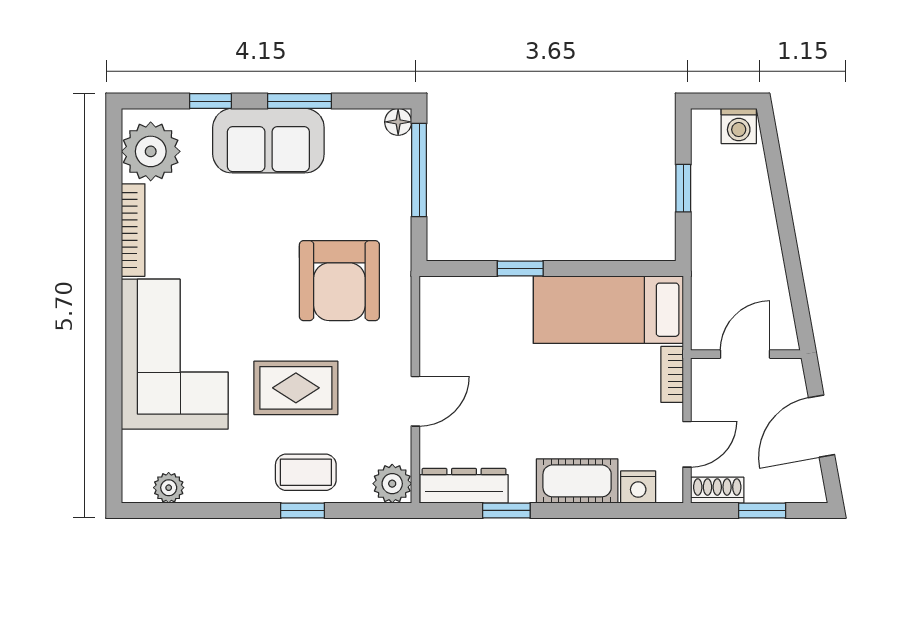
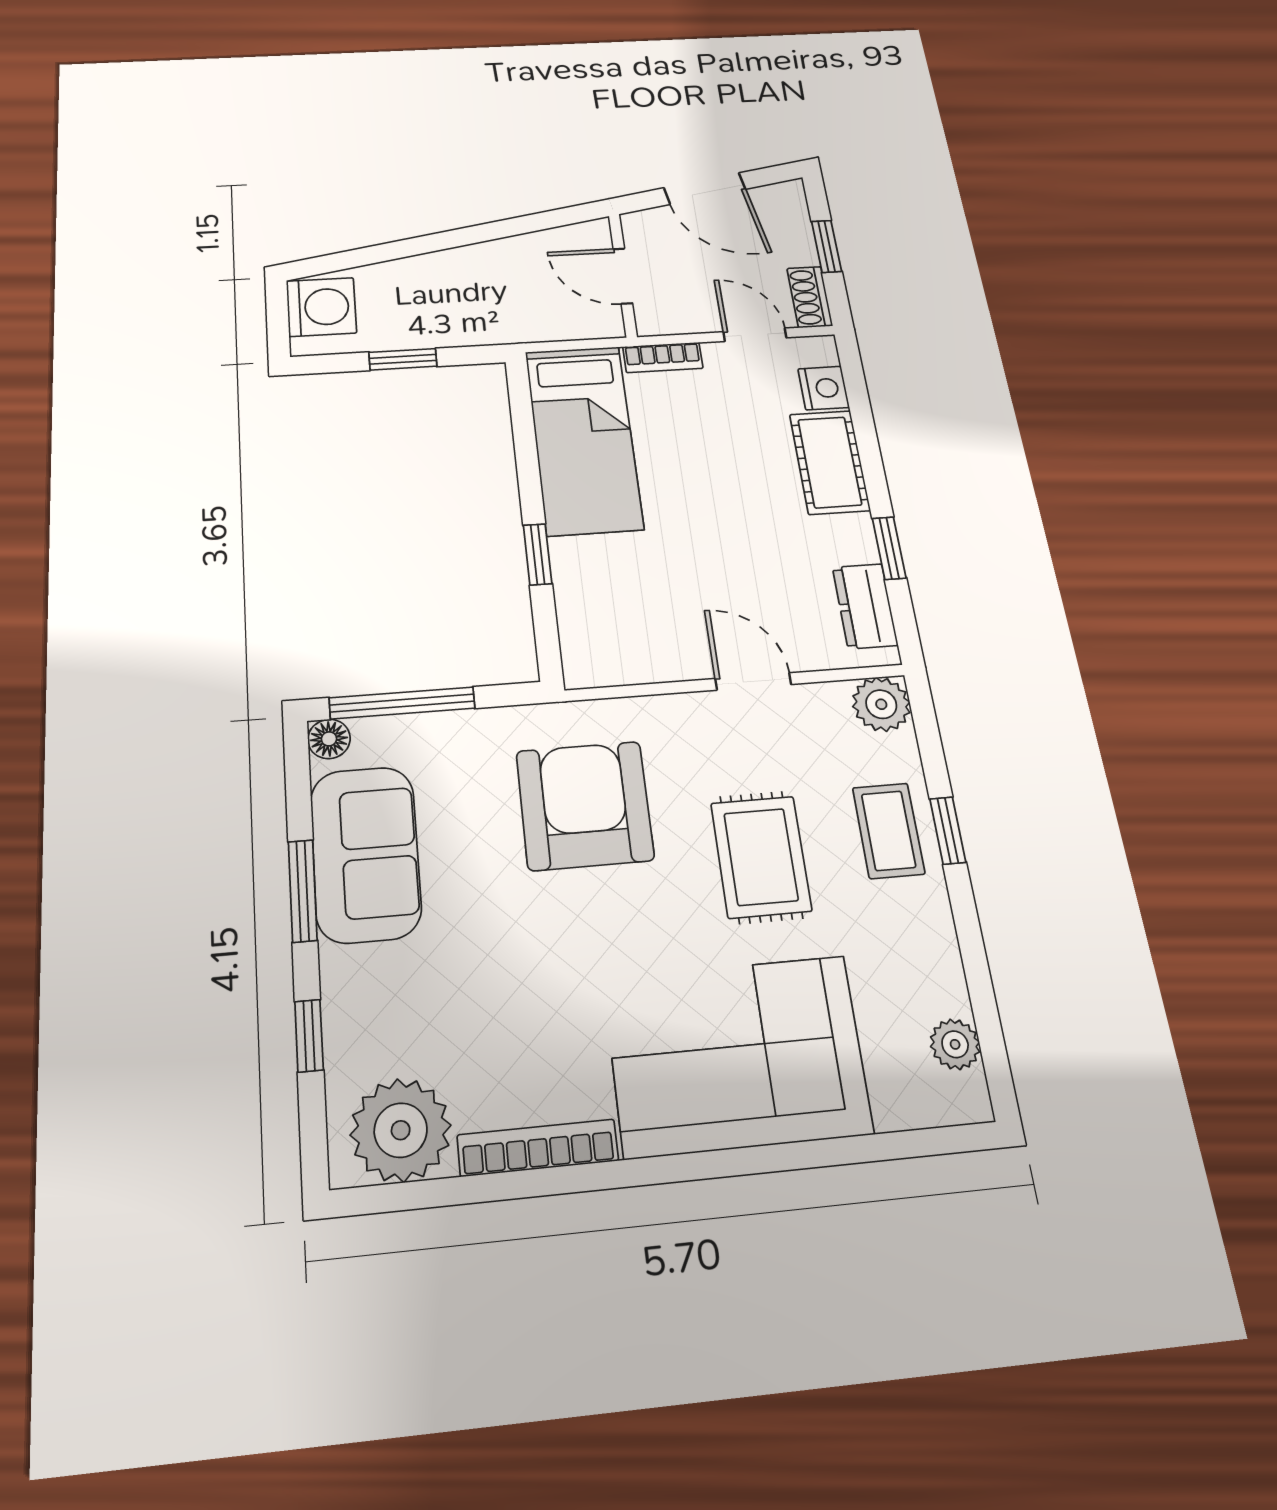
washing machine: (739, 126) -> (321, 307), width x1.38, depth x1.38
sofa: (268, 141) -> (365, 854), moved
armchair: (339, 281) -> (585, 805), turned -90
dresser: (464, 486) -> (865, 606), width x0.70

